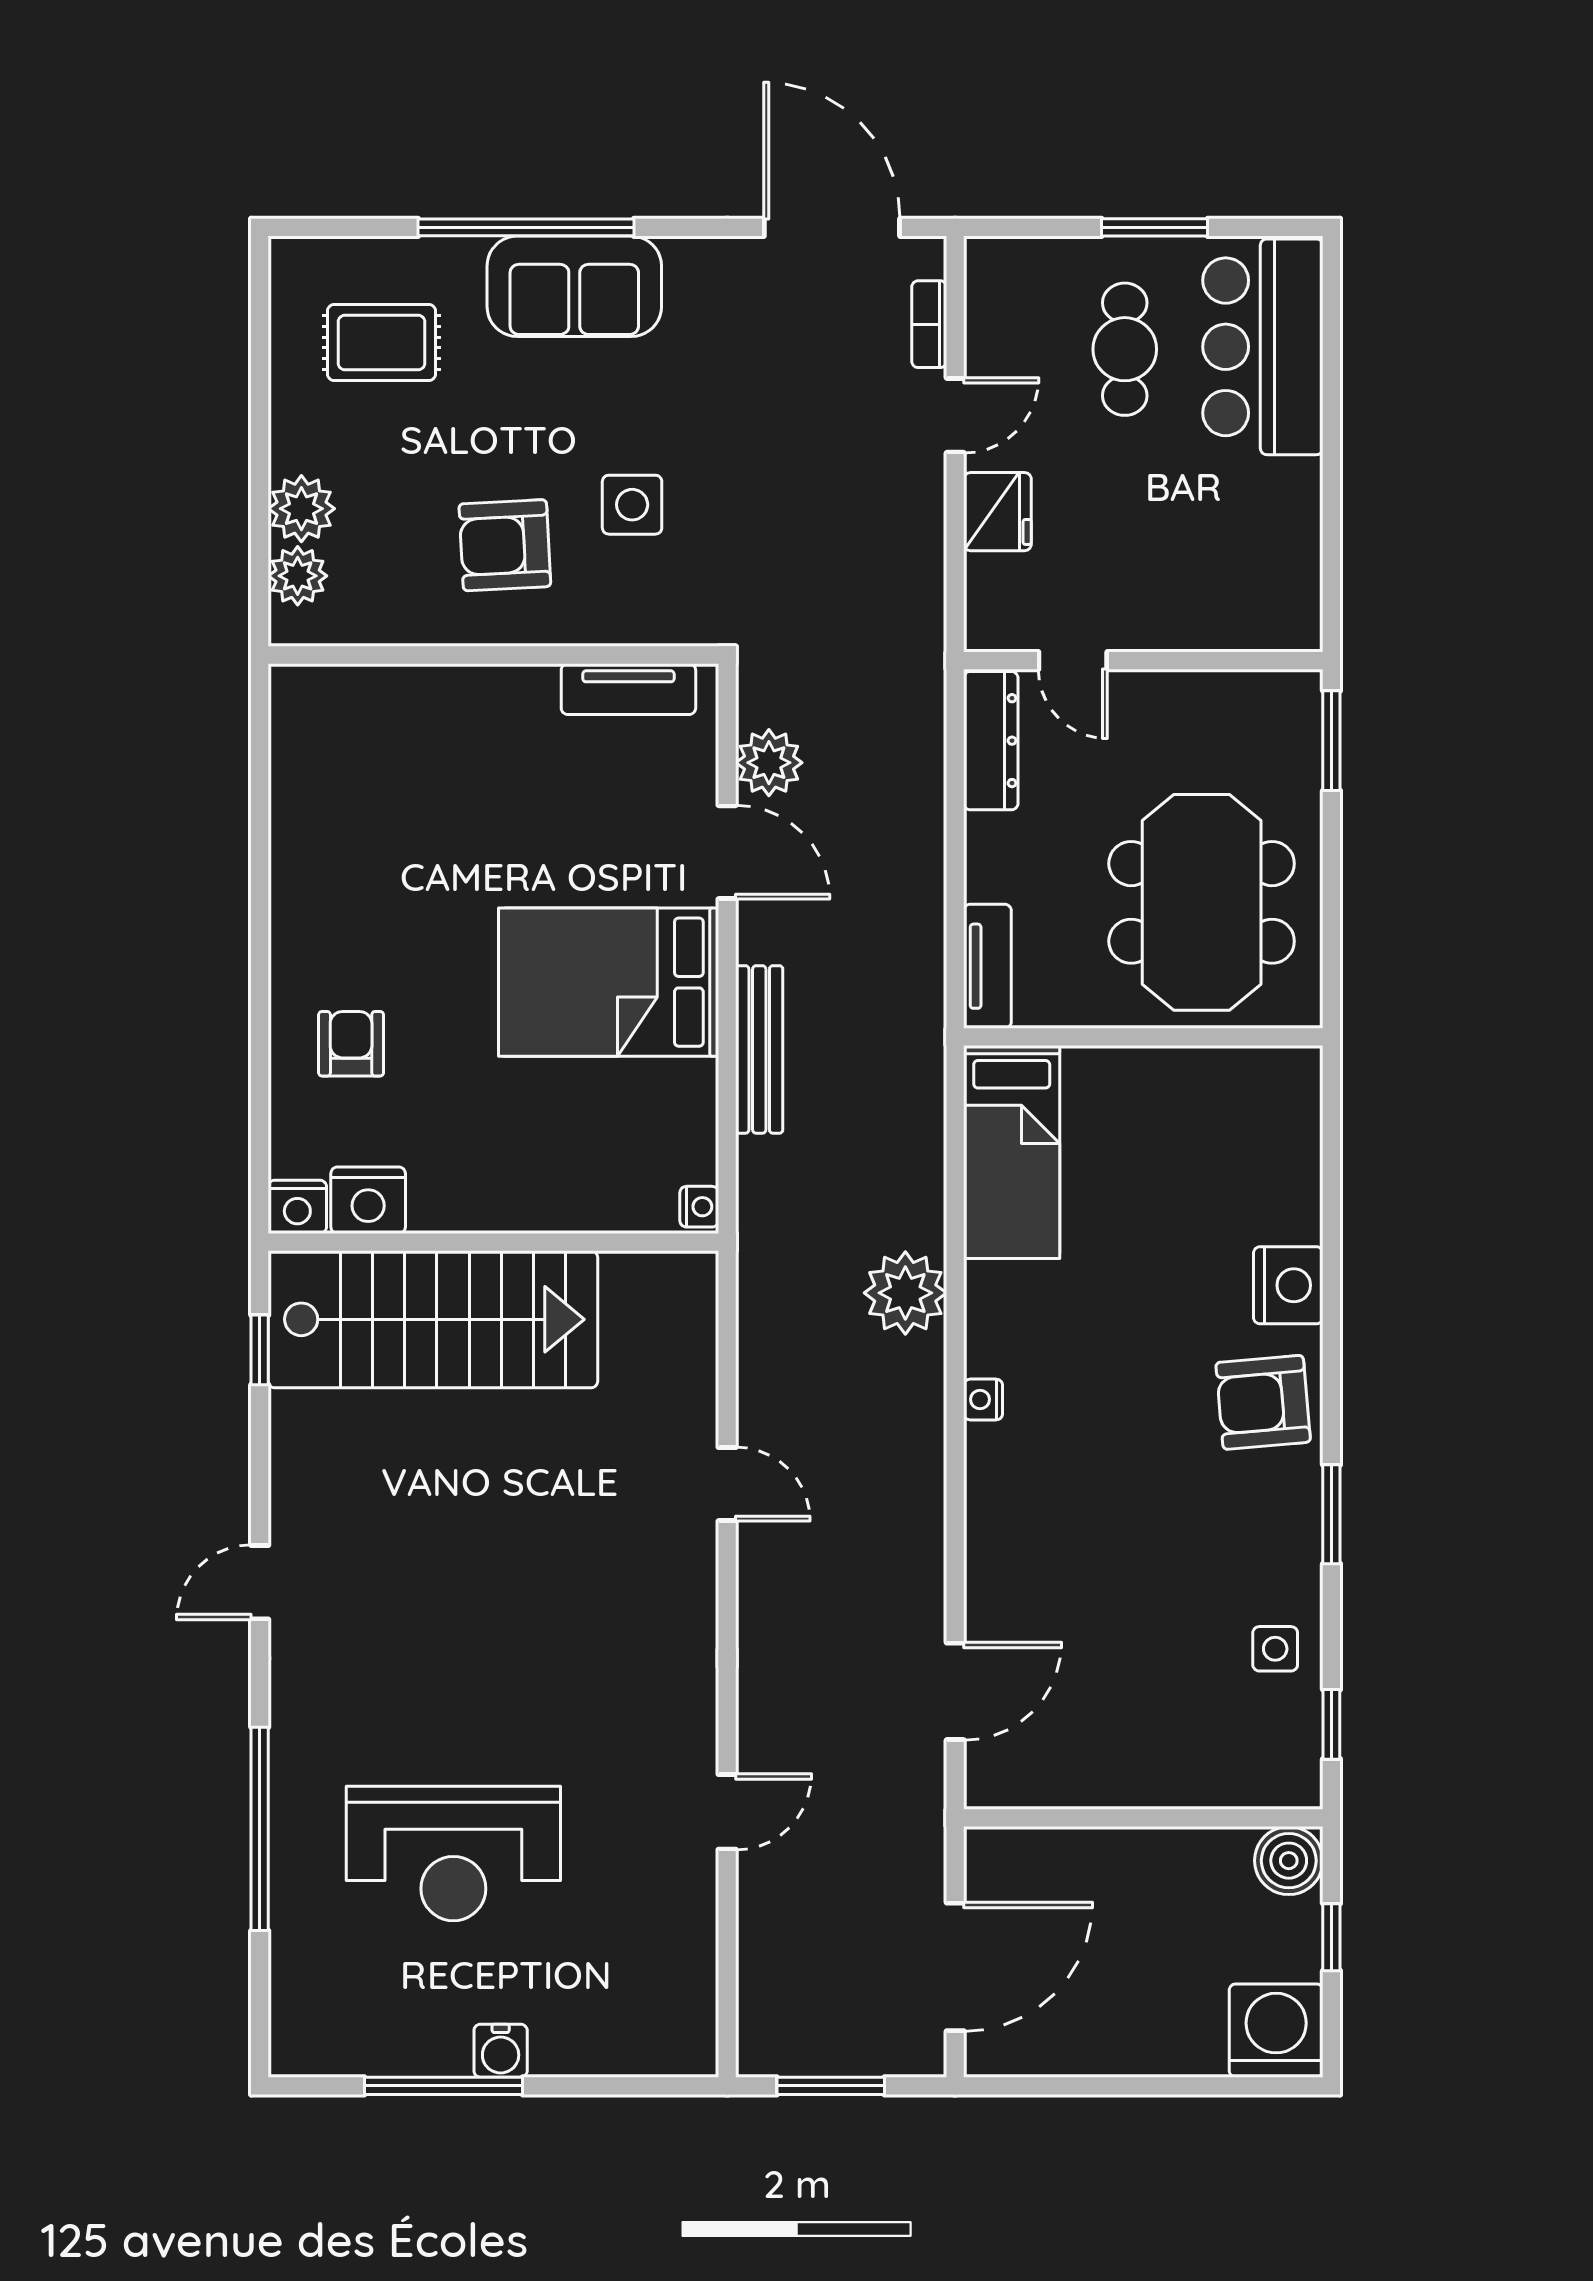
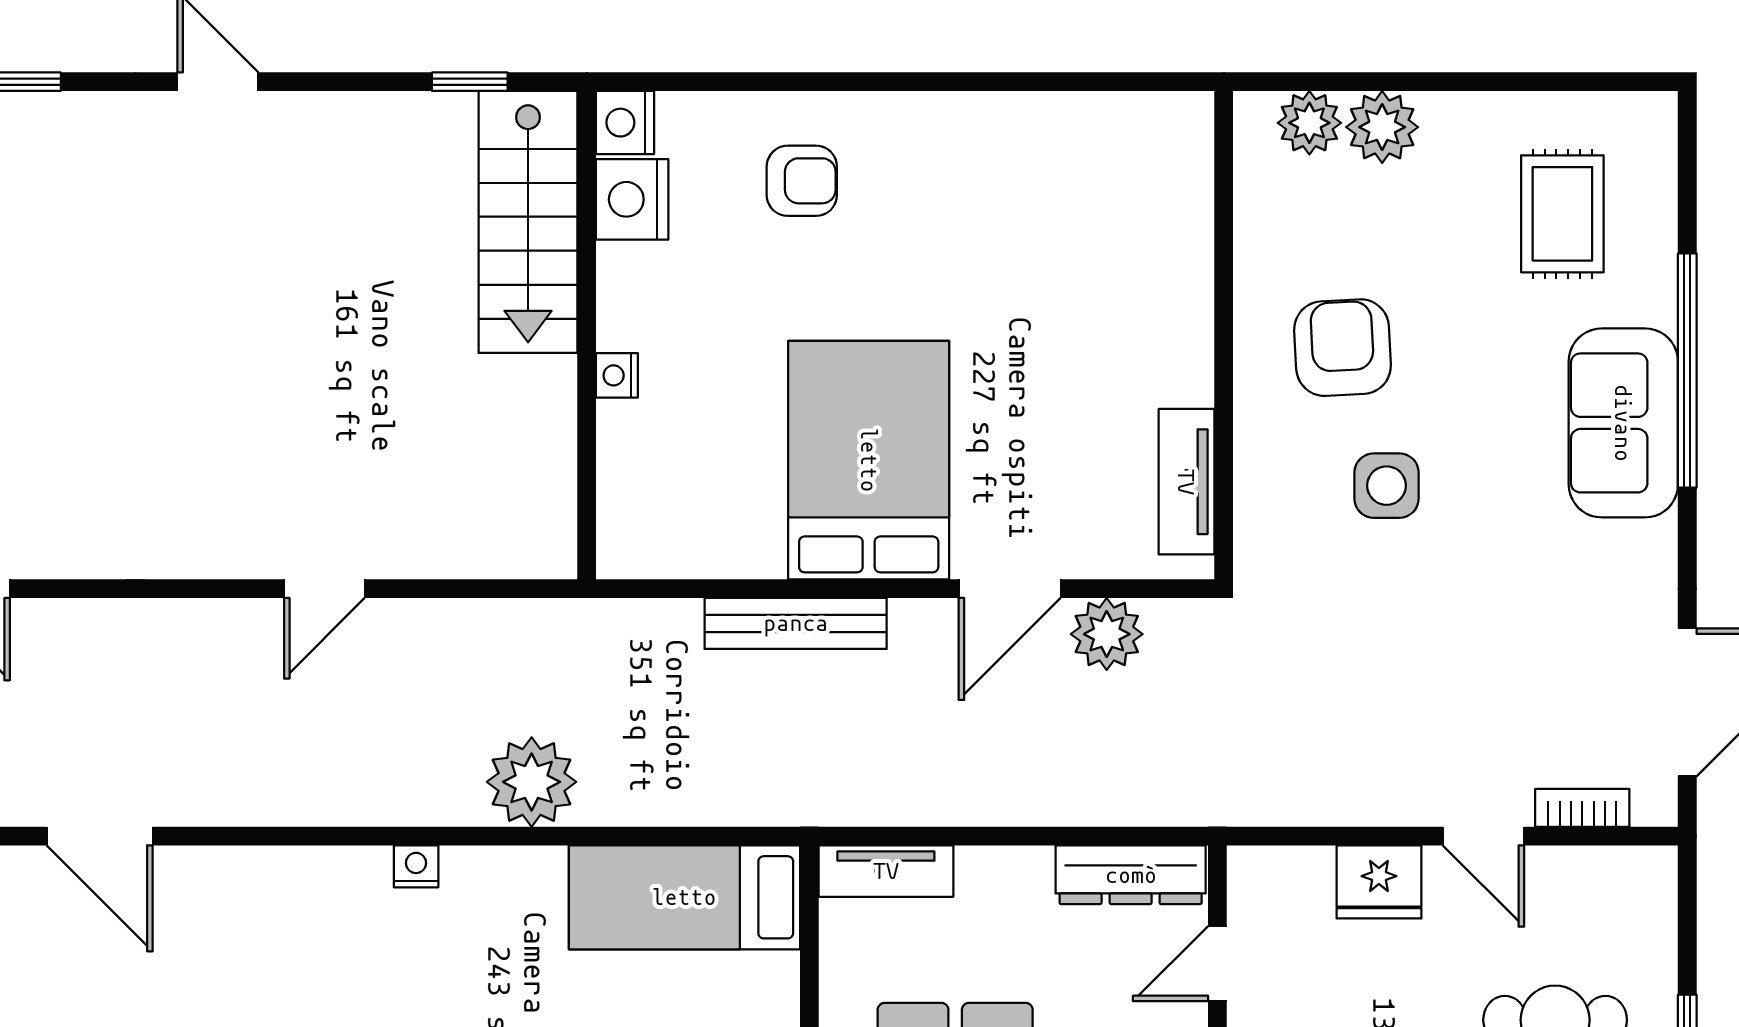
nightstand: (699, 1207) -> (617, 375), moved, turned 90
stairs: (433, 1319) -> (528, 222), width x0.73, depth x0.66

